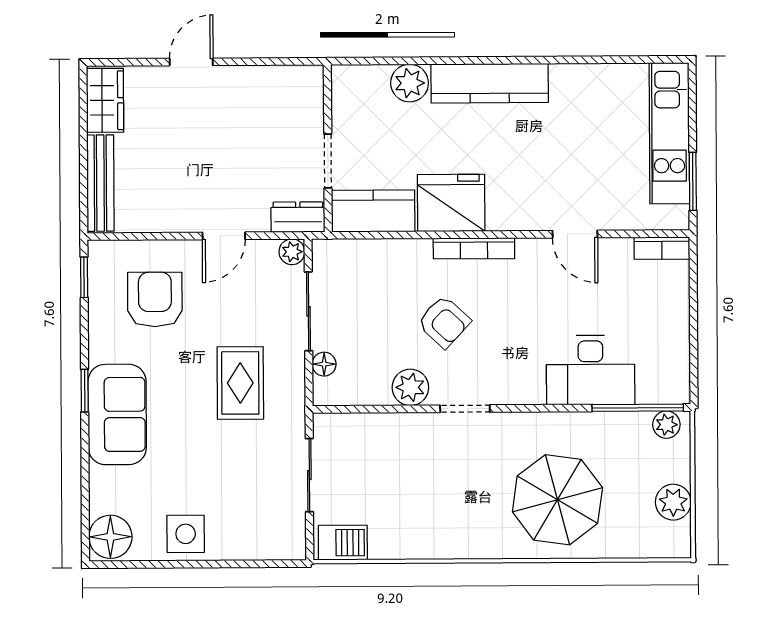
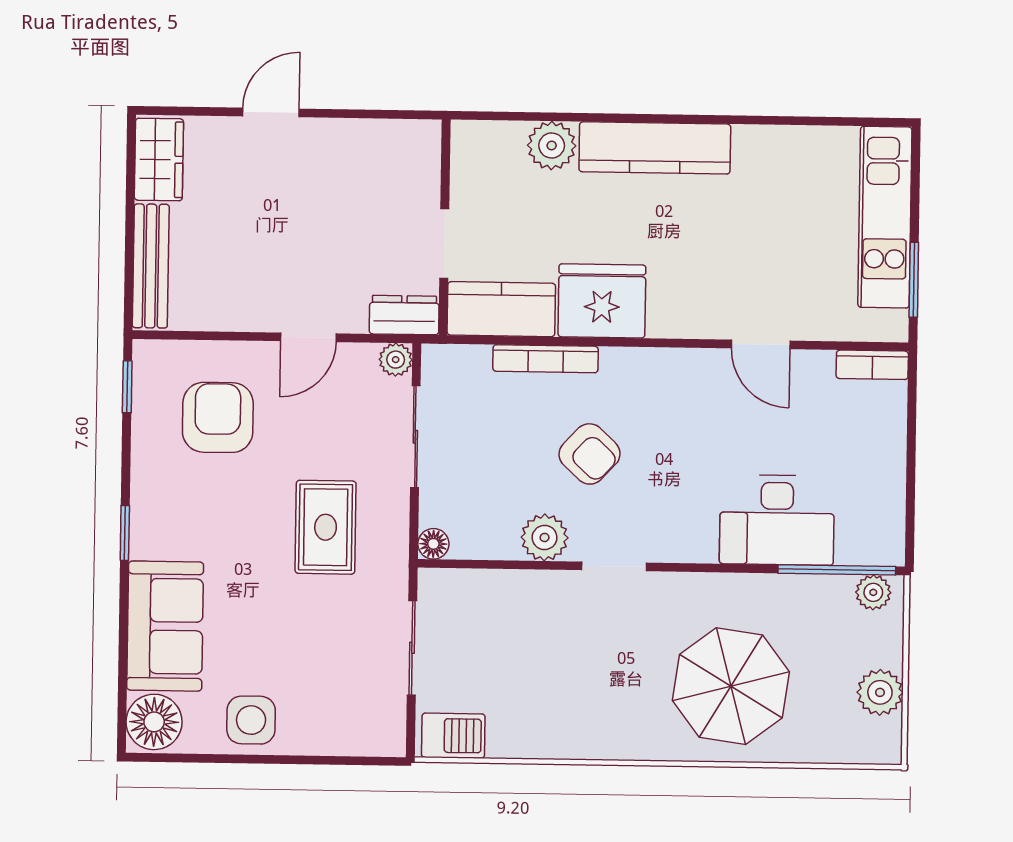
bookcase: (474, 248) -> (545, 359), moved
floor lamp: (324, 364) -> (433, 544), moved
sofa: (117, 414) -> (165, 626), moved

